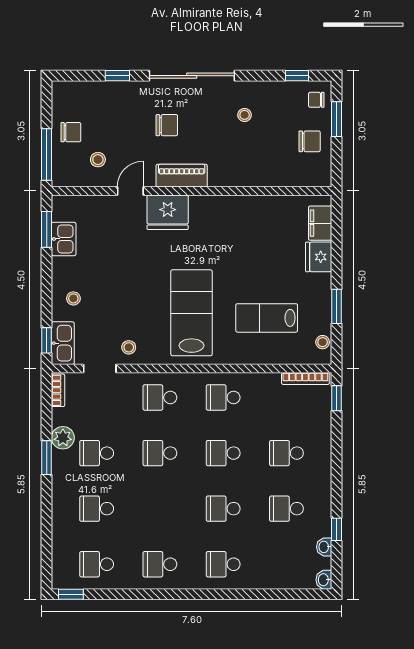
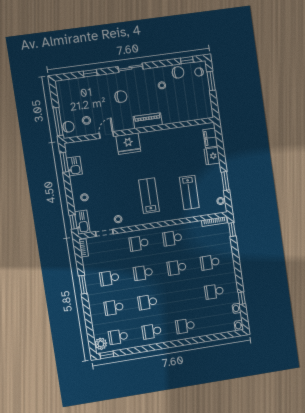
sliding door: (192, 76) -> (130, 68), width x0.54
chair: (71, 132) -> (69, 127), moved
chair: (310, 141) -> (178, 72), moved
piano: (182, 176) -> (148, 121), moved
lab bench: (191, 313) -> (149, 196), width x0.73, depth x0.72
lab bench: (267, 318) -> (189, 192), turned -90
plant: (63, 438) -> (101, 344), moved
school desk: (223, 509) -> (147, 302), moved

